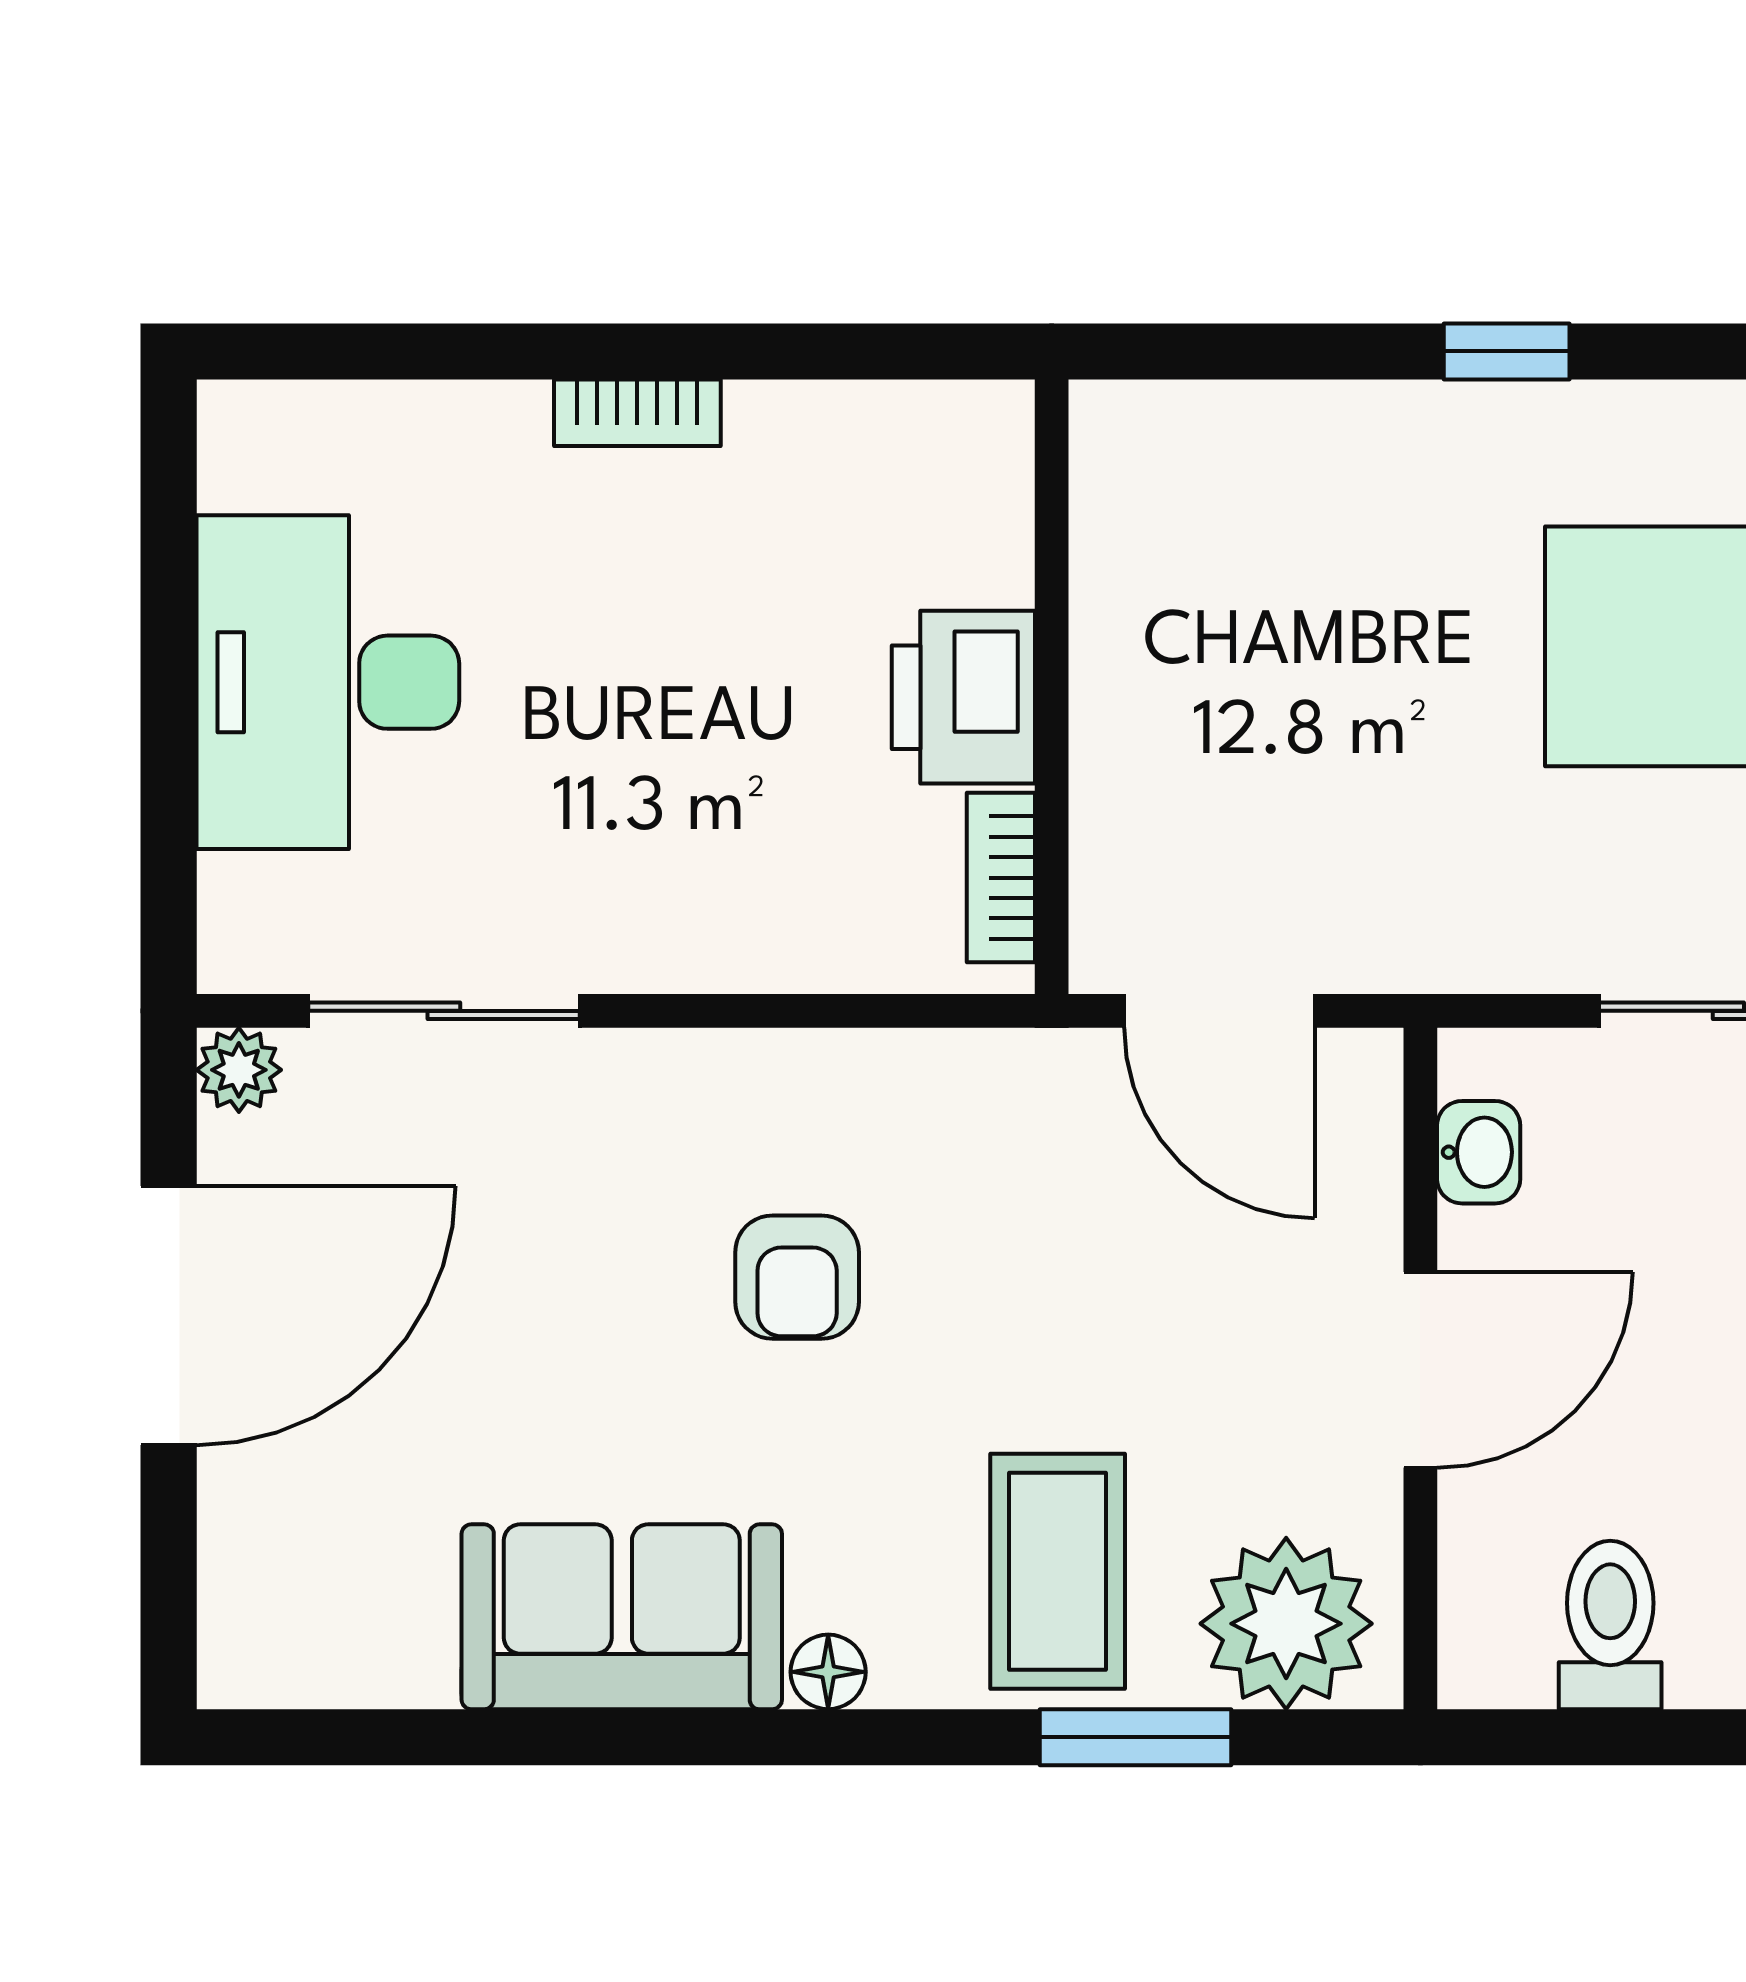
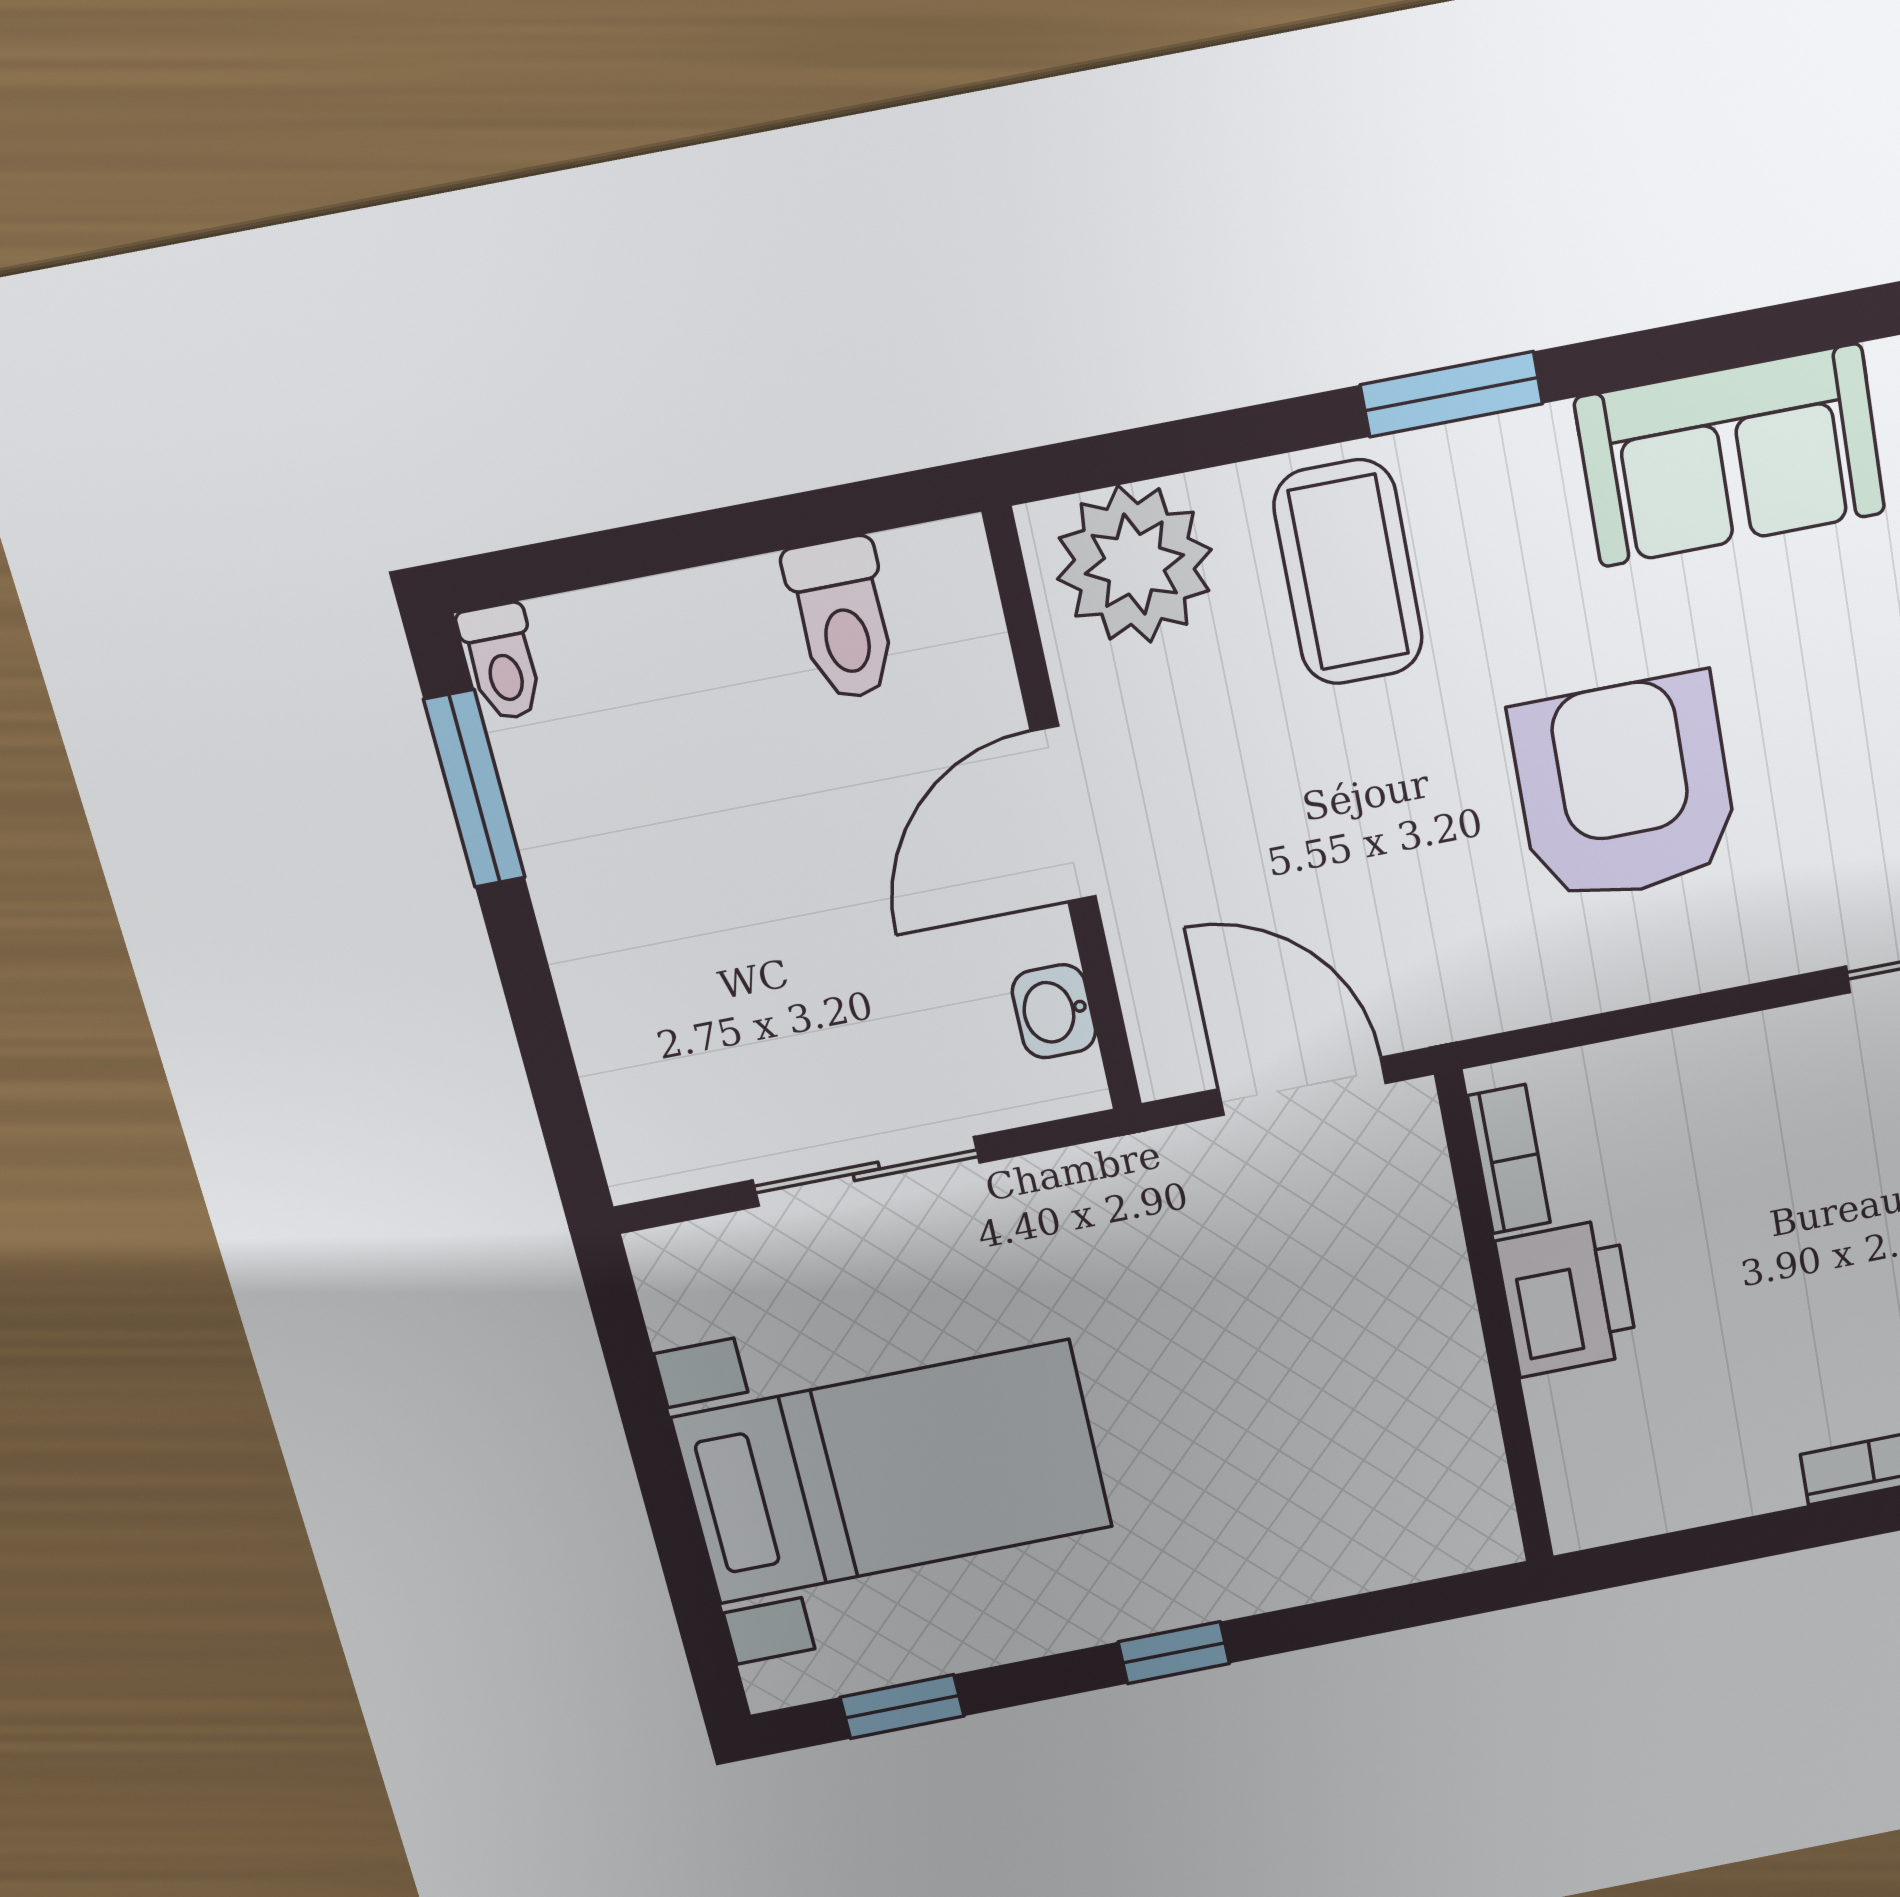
armchair: (797, 1277) -> (1625, 789), width x1.88, depth x1.88
floor lamp: (828, 1672) -> (1537, 441), removed
window: (1135, 1737) -> (1452, 394), moved

